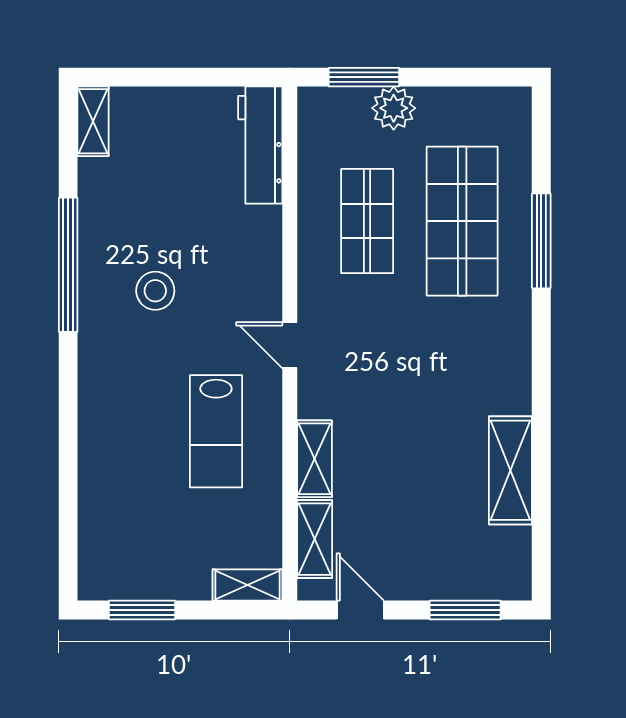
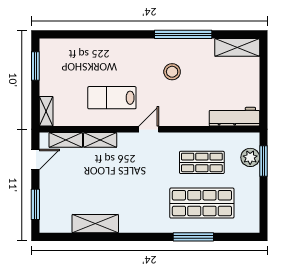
plant: (394, 108) -> (250, 157), moved
shelving: (93, 121) -> (237, 47), width x1.50, depth x1.33

